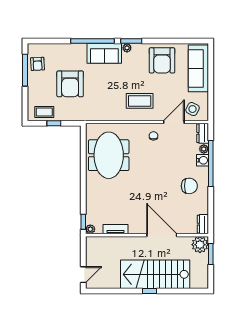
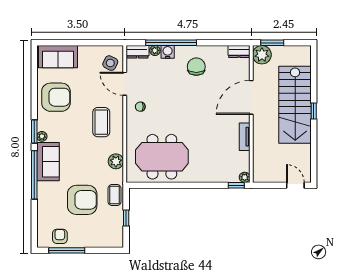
armchair: (37, 64) -> (60, 236), turned -87
sofa: (198, 68) -> (58, 57), width x0.73
coffee table: (44, 112) -> (115, 195), moved
plant: (105, 114) -> (116, 161), added
tv unit: (116, 229) -> (245, 137), moved

